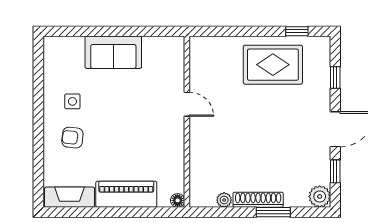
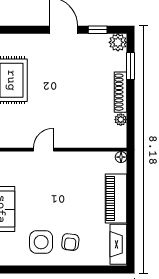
window: (335, 77) -> (22, 30), removed
side table: (72, 101) -> (41, 242), width x1.87, depth x1.87
window: (273, 212) -> (130, 66), moved

